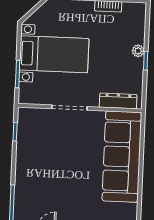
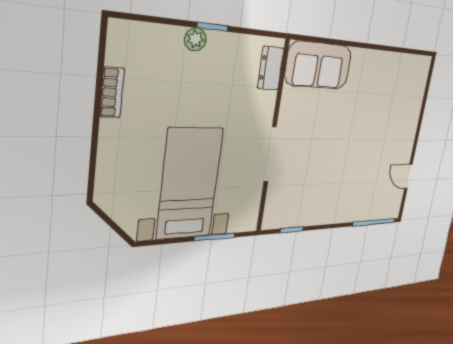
dresser: (118, 101) -> (271, 68), width x0.70
sofa: (122, 157) -> (319, 65), width x0.54, depth x0.79

